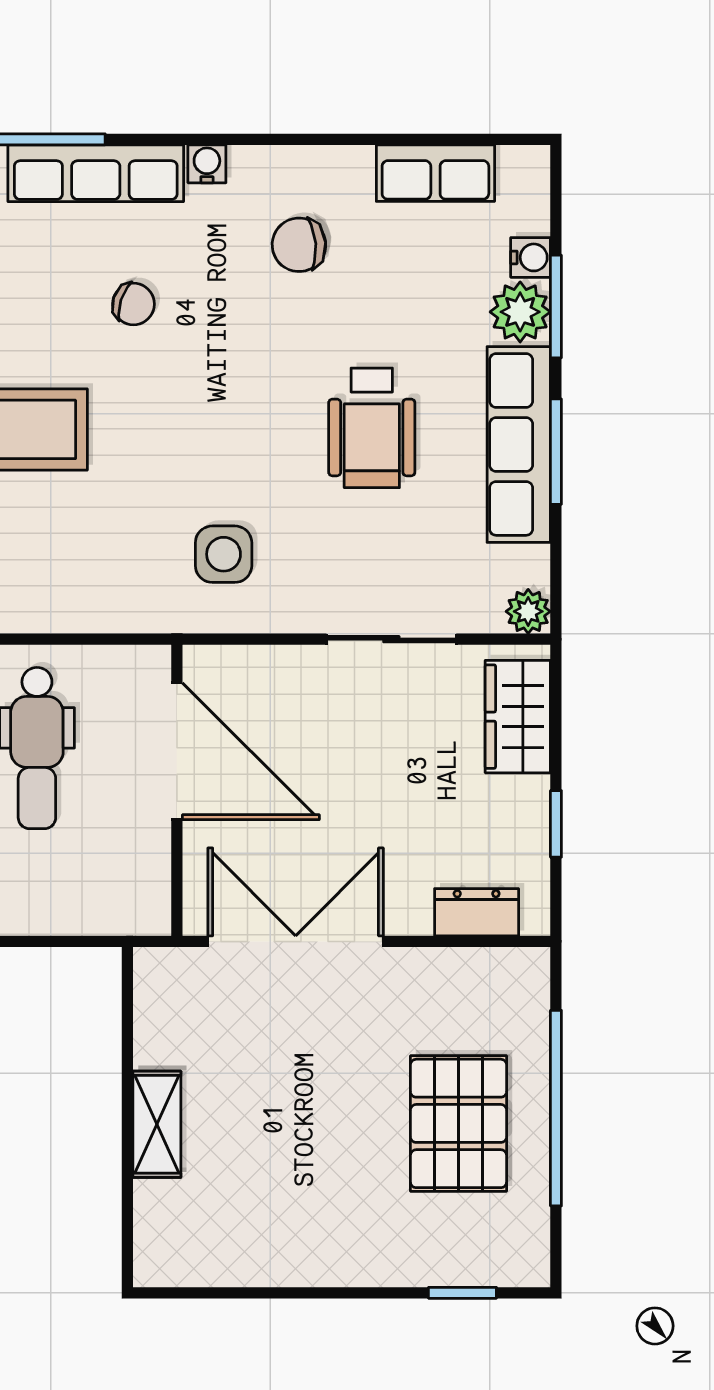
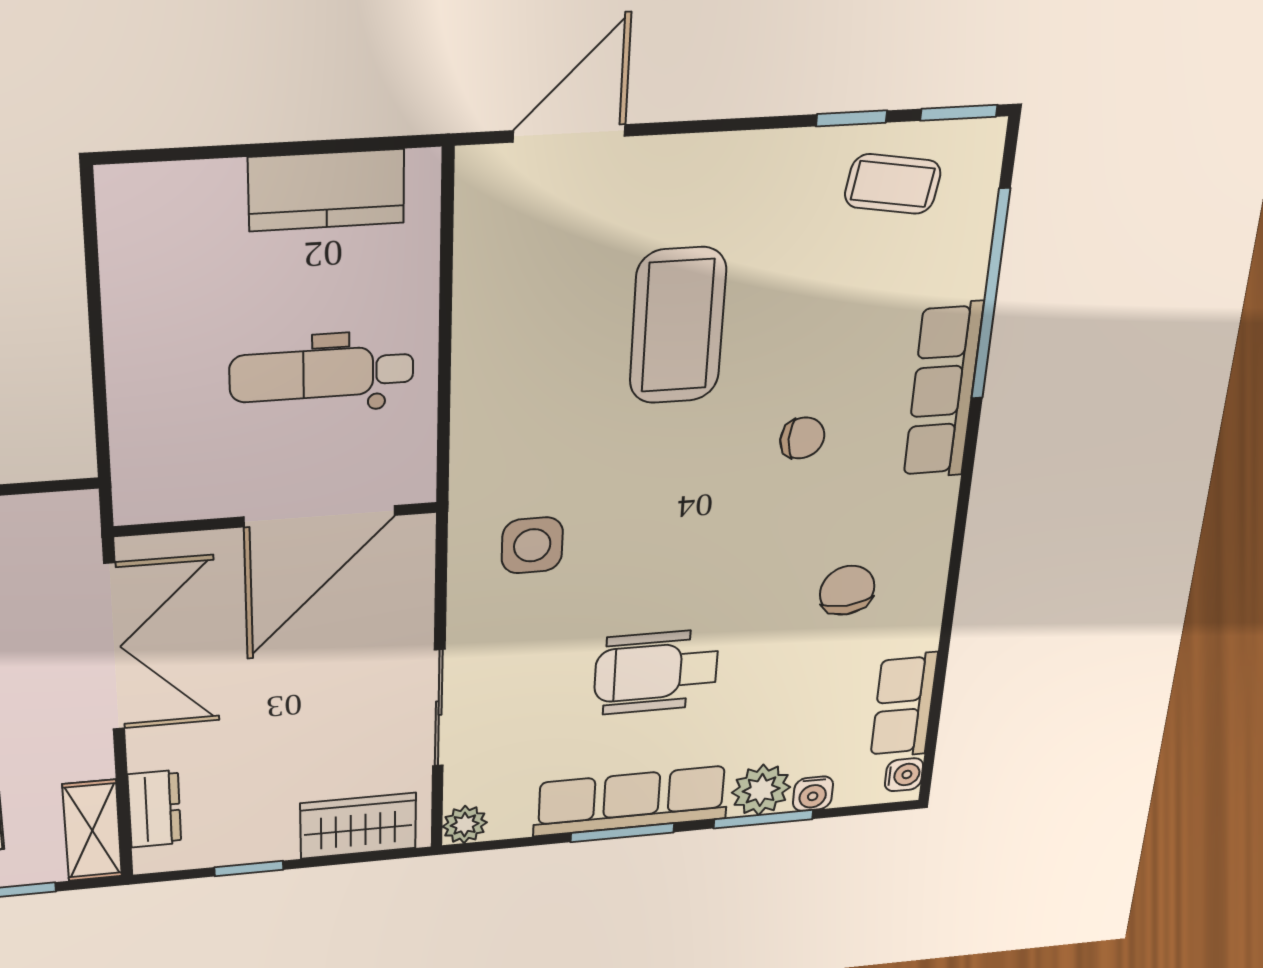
water cooler: (207, 164) -> (904, 775), moved
chair: (133, 304) -> (802, 438), turned -108
shelving: (495, 972) -> (92, 831), added

